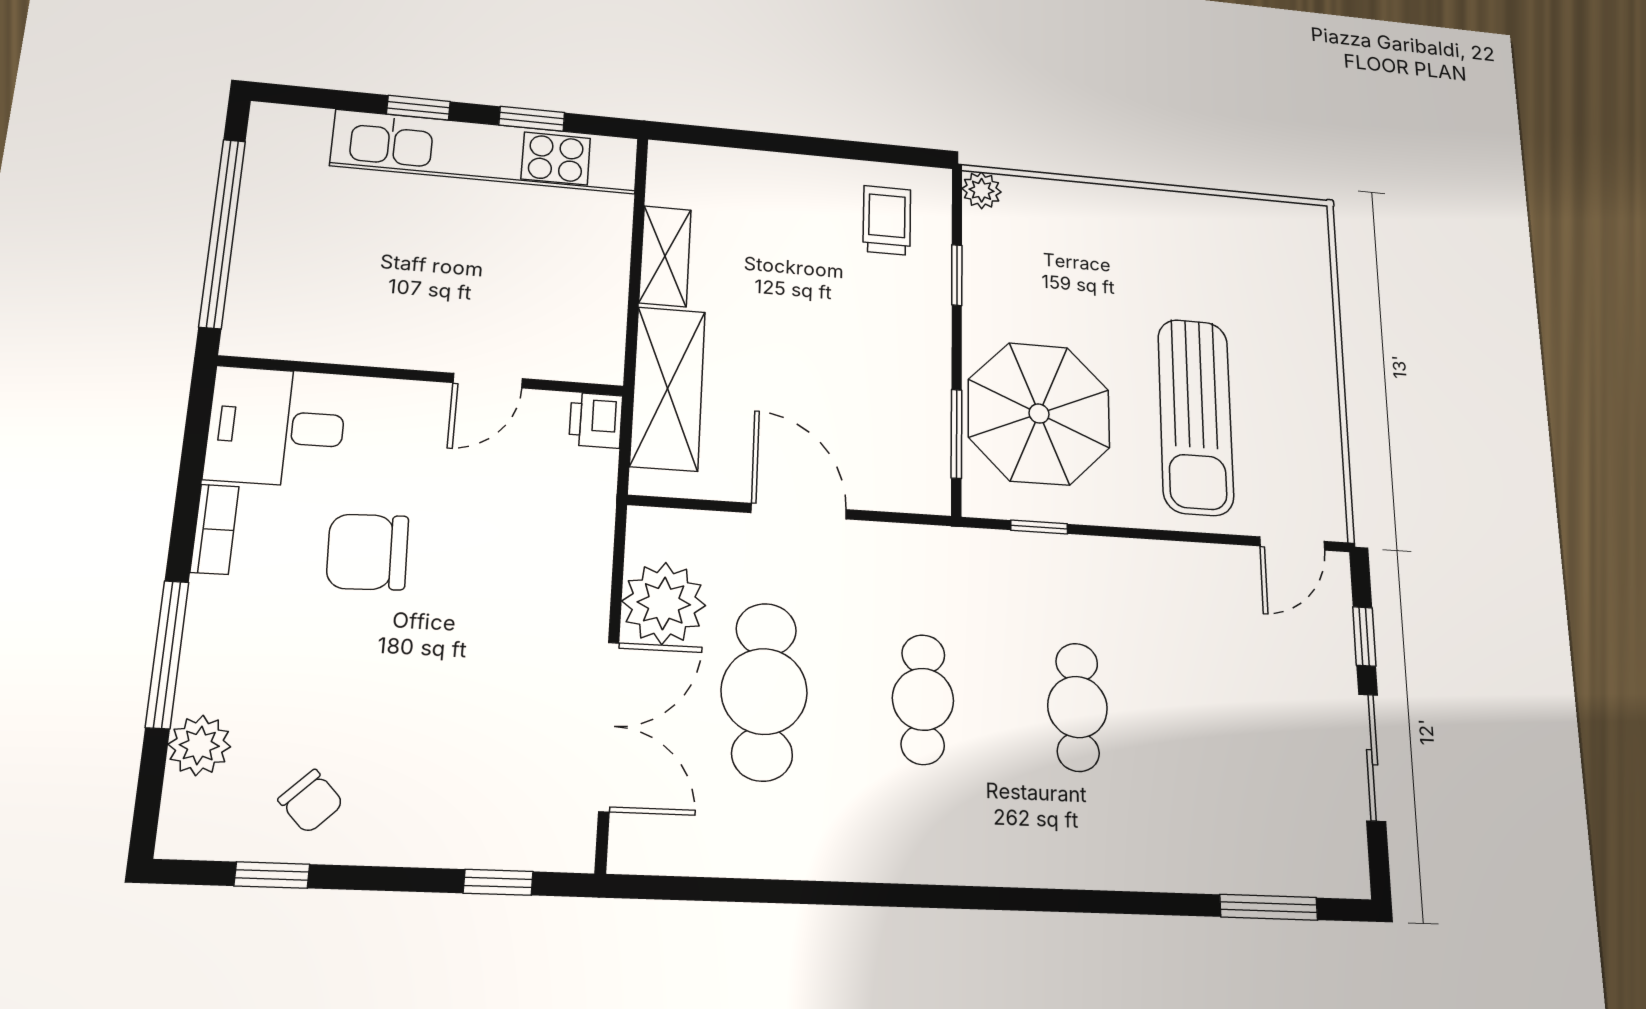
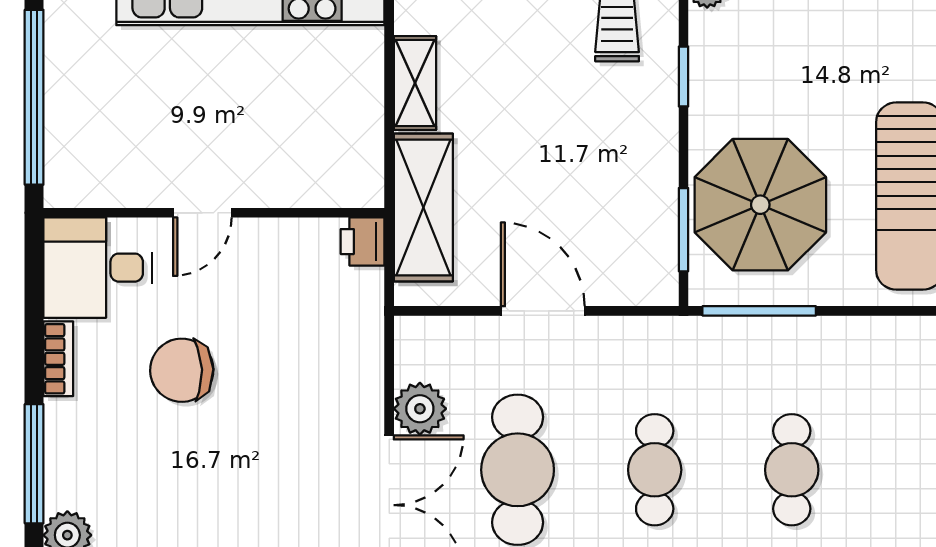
door: (488, 381) -> (202, 213), moved
window: (1039, 527) -> (759, 311), width x2.17
plant: (664, 603) -> (420, 409), width x0.73, depth x0.73

